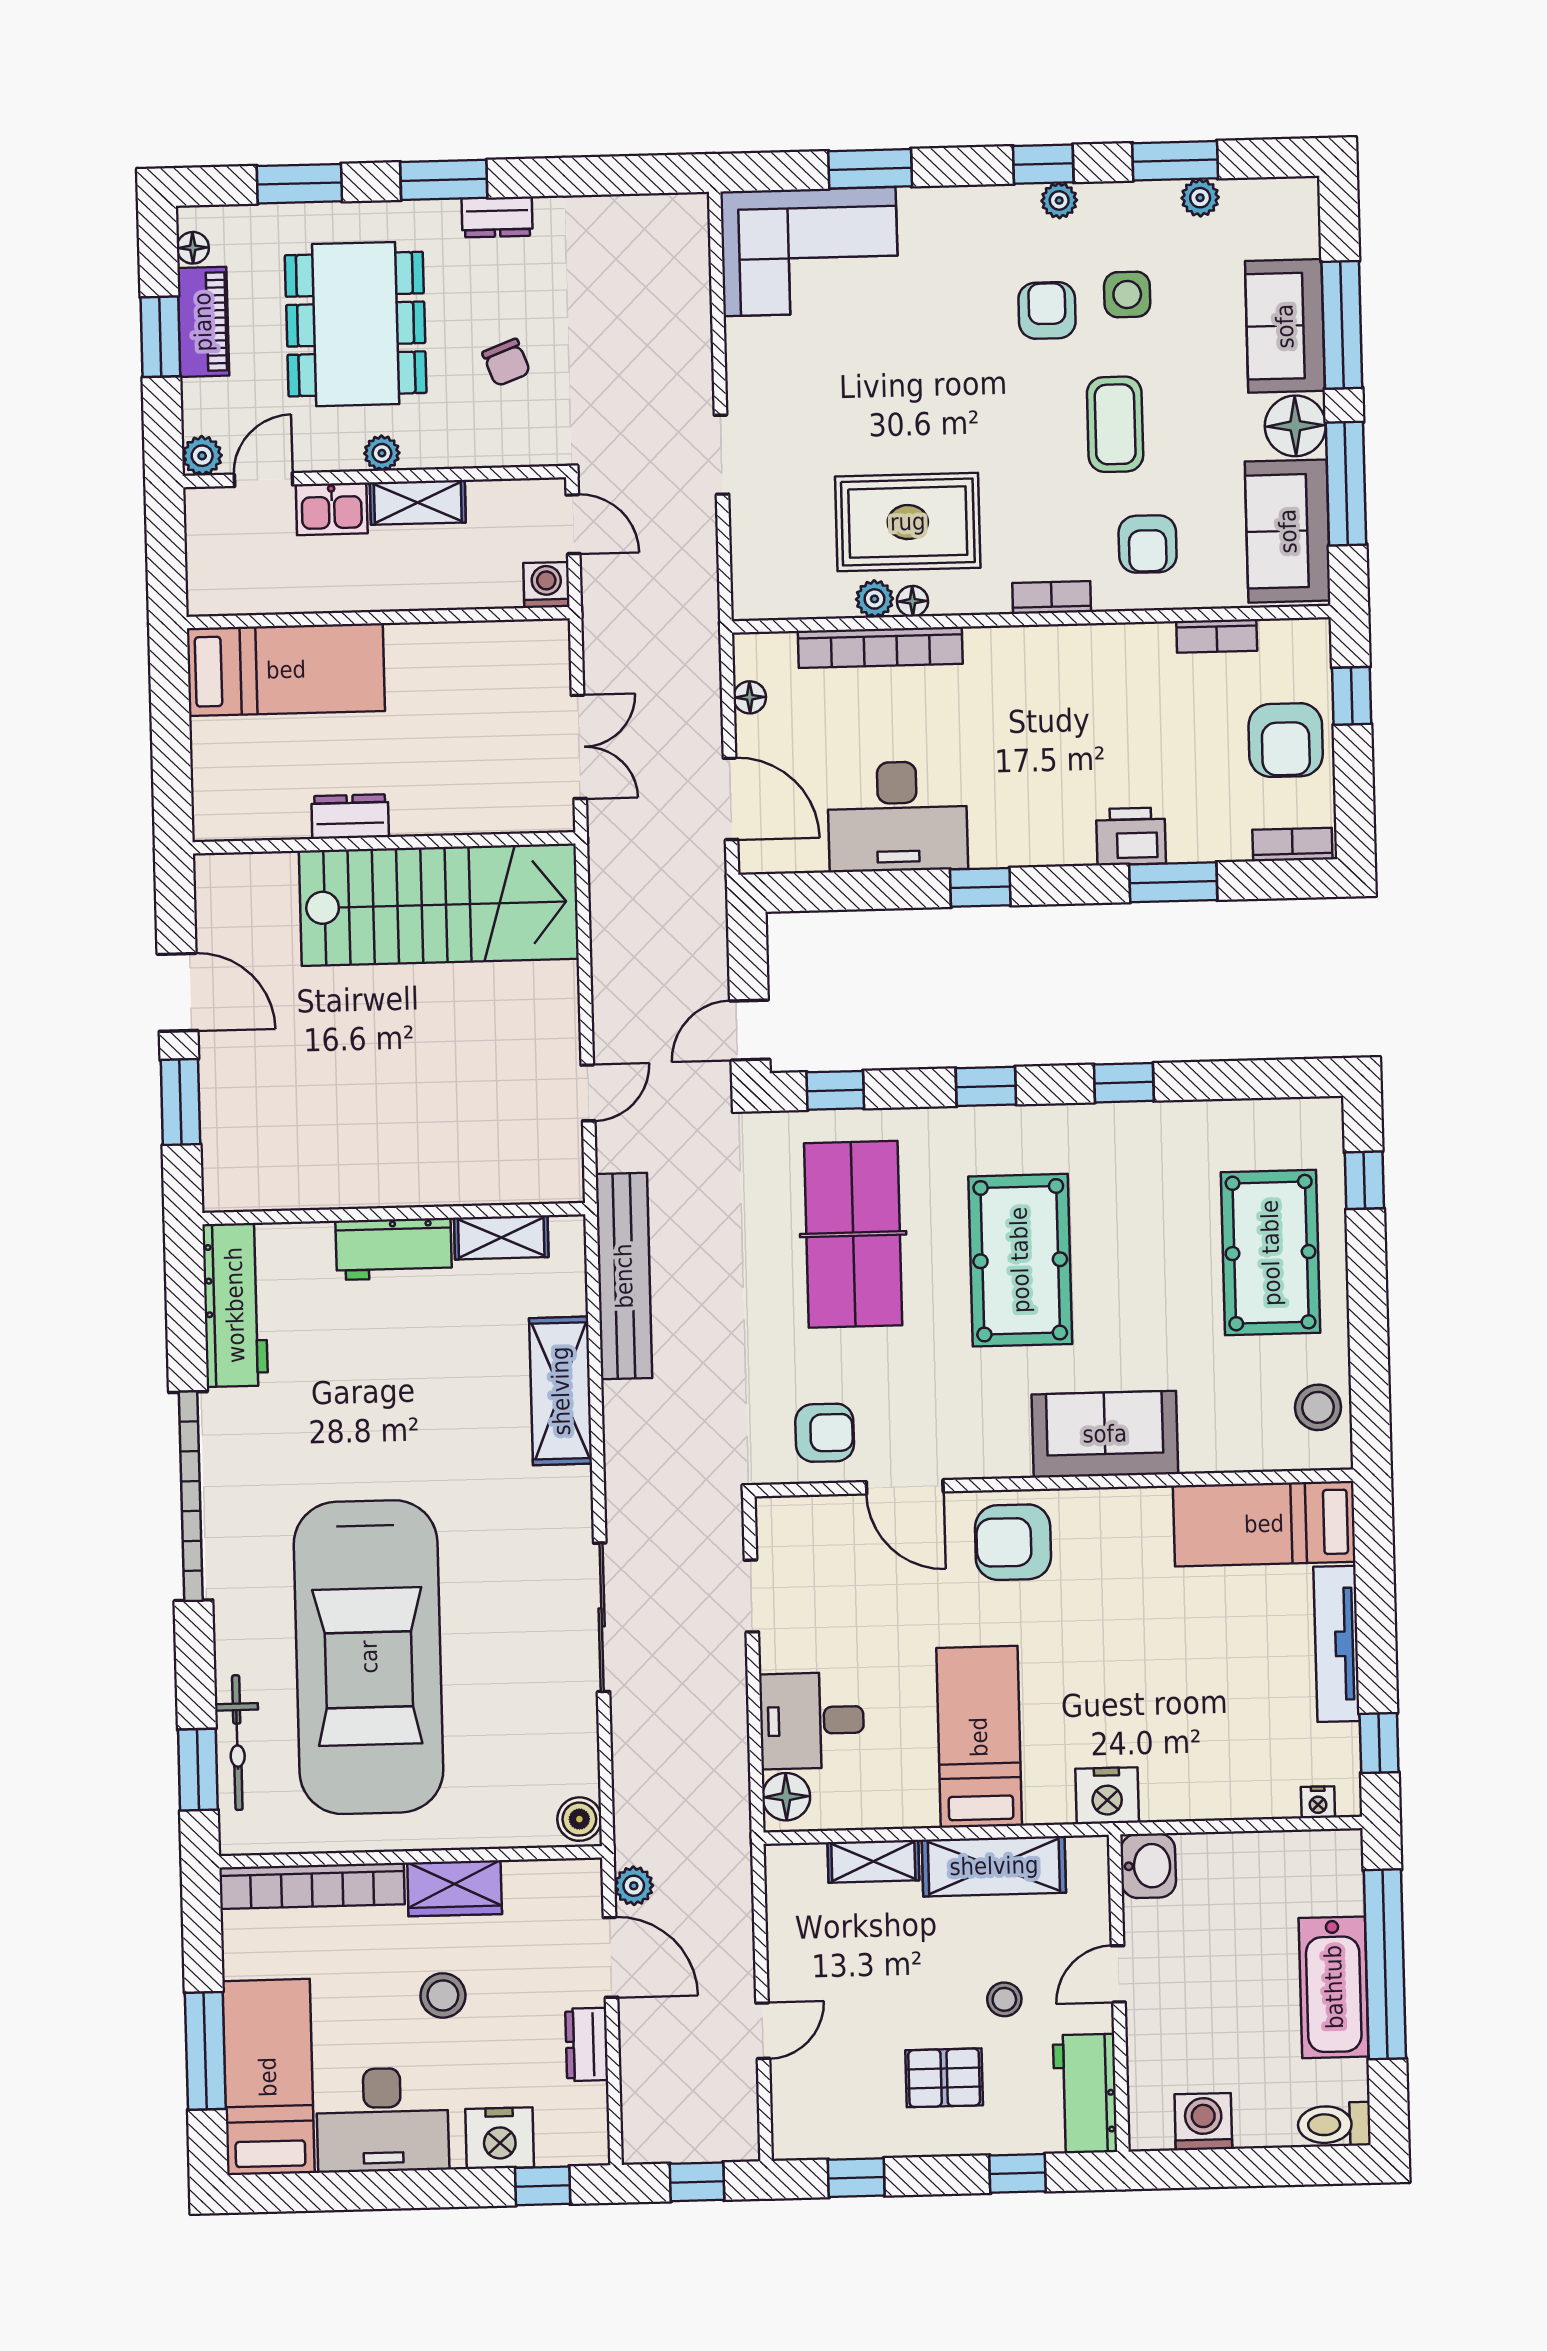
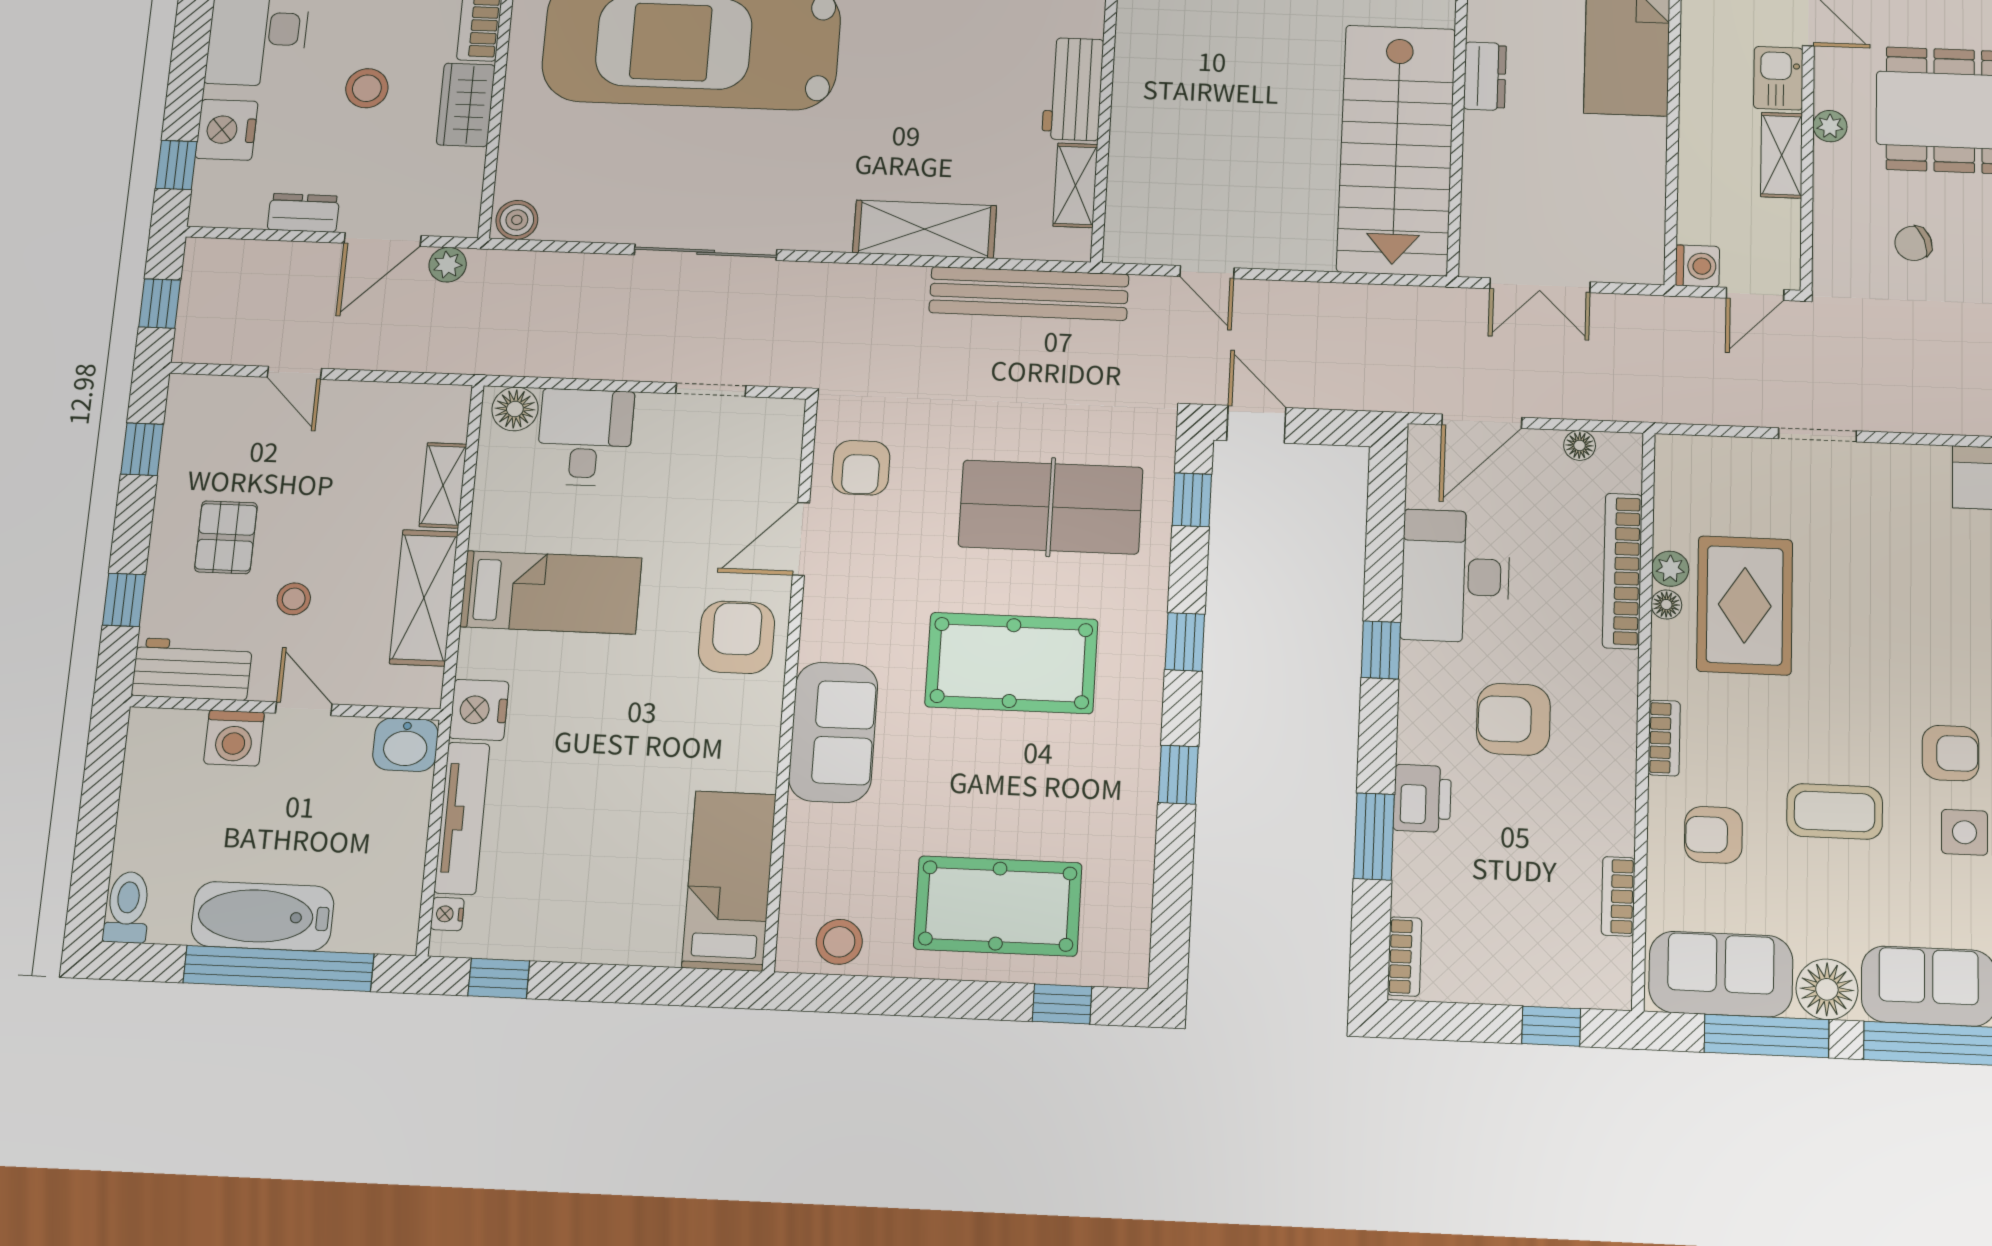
armchair: (1286, 740) -> (1513, 719), moved
tv unit: (1337, 1644) -> (462, 818), moved, turned 90
washing machine: (1203, 2122) -> (234, 738), moved, turned 90

